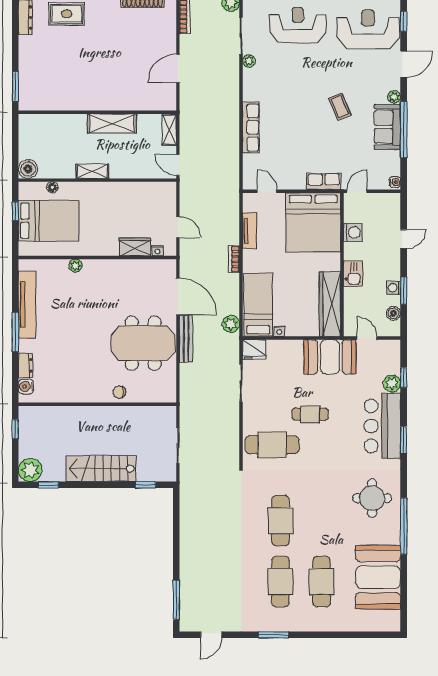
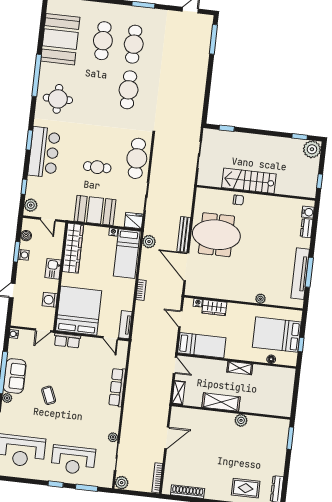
plant: (83, 102) -> (241, 420), added
boiler: (28, 169) -> (288, 375), removed
bed: (146, 195) -> (202, 345), added
tv unit: (250, 231) -> (125, 325), moved
window: (15, 332) -> (309, 272), moved
booth: (330, 357) -> (95, 210), moved
plant: (392, 384) -> (31, 205), moved
cafe table: (272, 445) -> (137, 158), moved, turned 90
stairs: (101, 469) -> (249, 181), moved, turned 180

